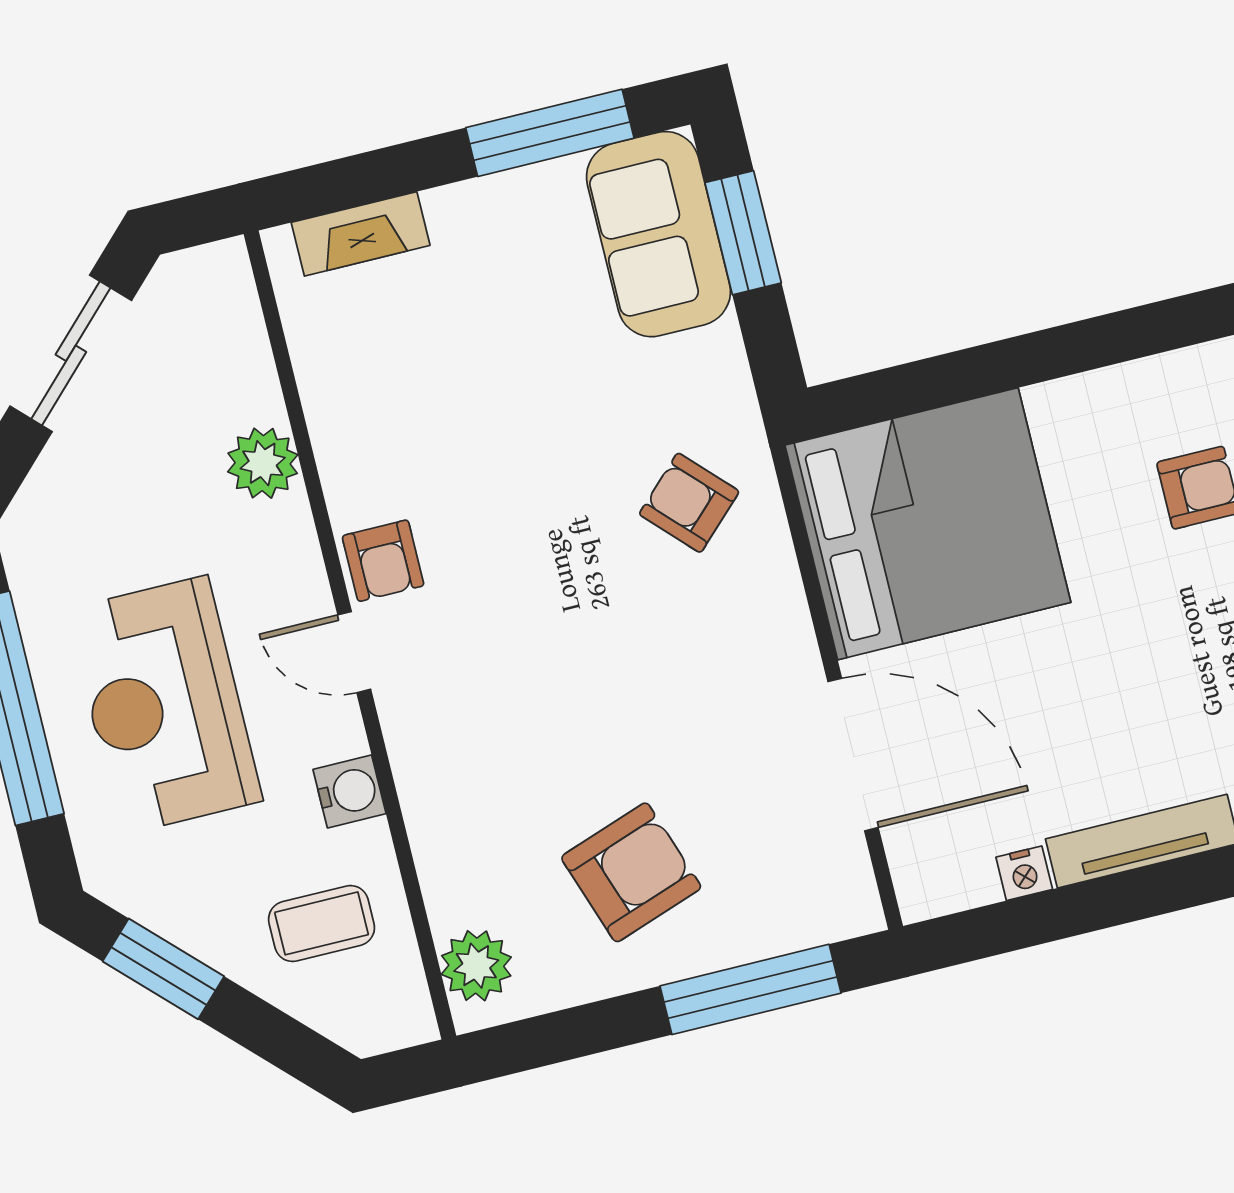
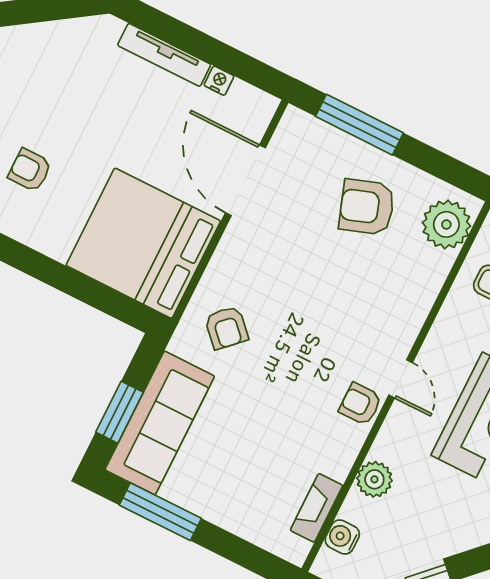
fireplace: (361, 234) -> (316, 508), moved, turned -90
sofa: (658, 234) -> (160, 423), width x1.36
armchair: (383, 561) -> (360, 404), turned -90
water cooler: (350, 792) -> (342, 537), moved
plant: (476, 966) -> (446, 224), width x1.36, depth x1.36

